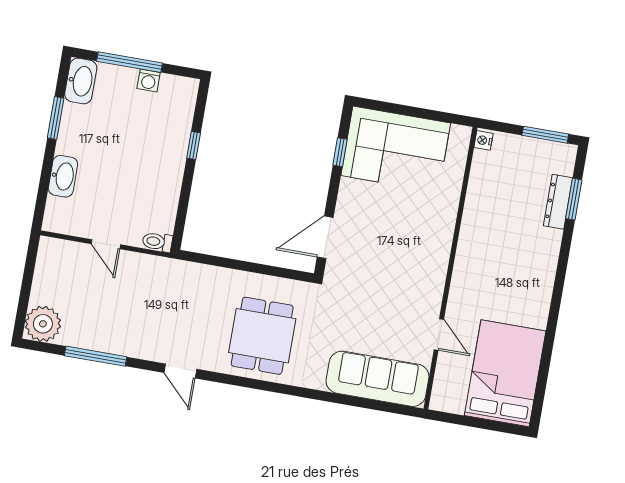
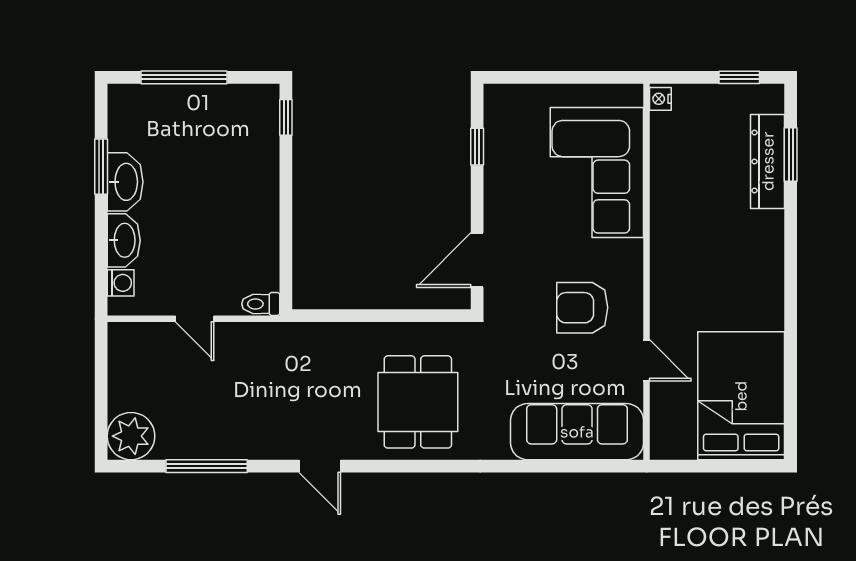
washbasin: (81, 81) -> (125, 182), moved
washing machine: (149, 81) -> (121, 283), moved, turned -90
window: (545, 135) -> (739, 77), width x0.67
window: (194, 145) -> (286, 117), moved
corner sofa: (396, 149) -> (597, 172), moved, turned 90
dresser: (558, 202) -> (768, 161), width x1.37, depth x1.24
armchair: (398, 287) -> (582, 308), added

